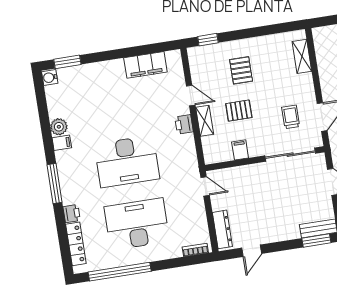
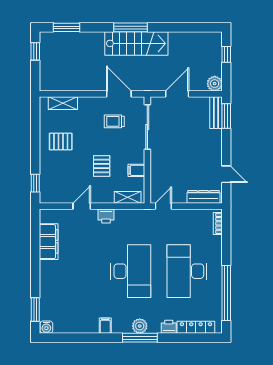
pallet: (241, 70) -> (61, 142), moved
shelving: (205, 121) -> (128, 197), moved
plant: (59, 127) -> (140, 326), moved

